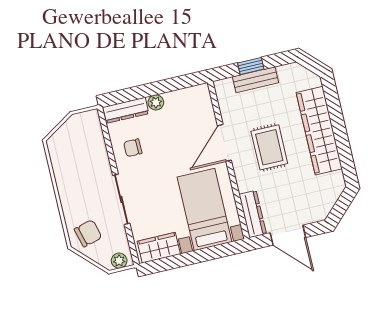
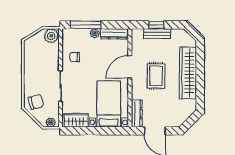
window: (138, 92) -> (86, 25), added
dresser: (126, 110) -> (114, 34), moved
plant: (88, 123) -> (51, 36), added

